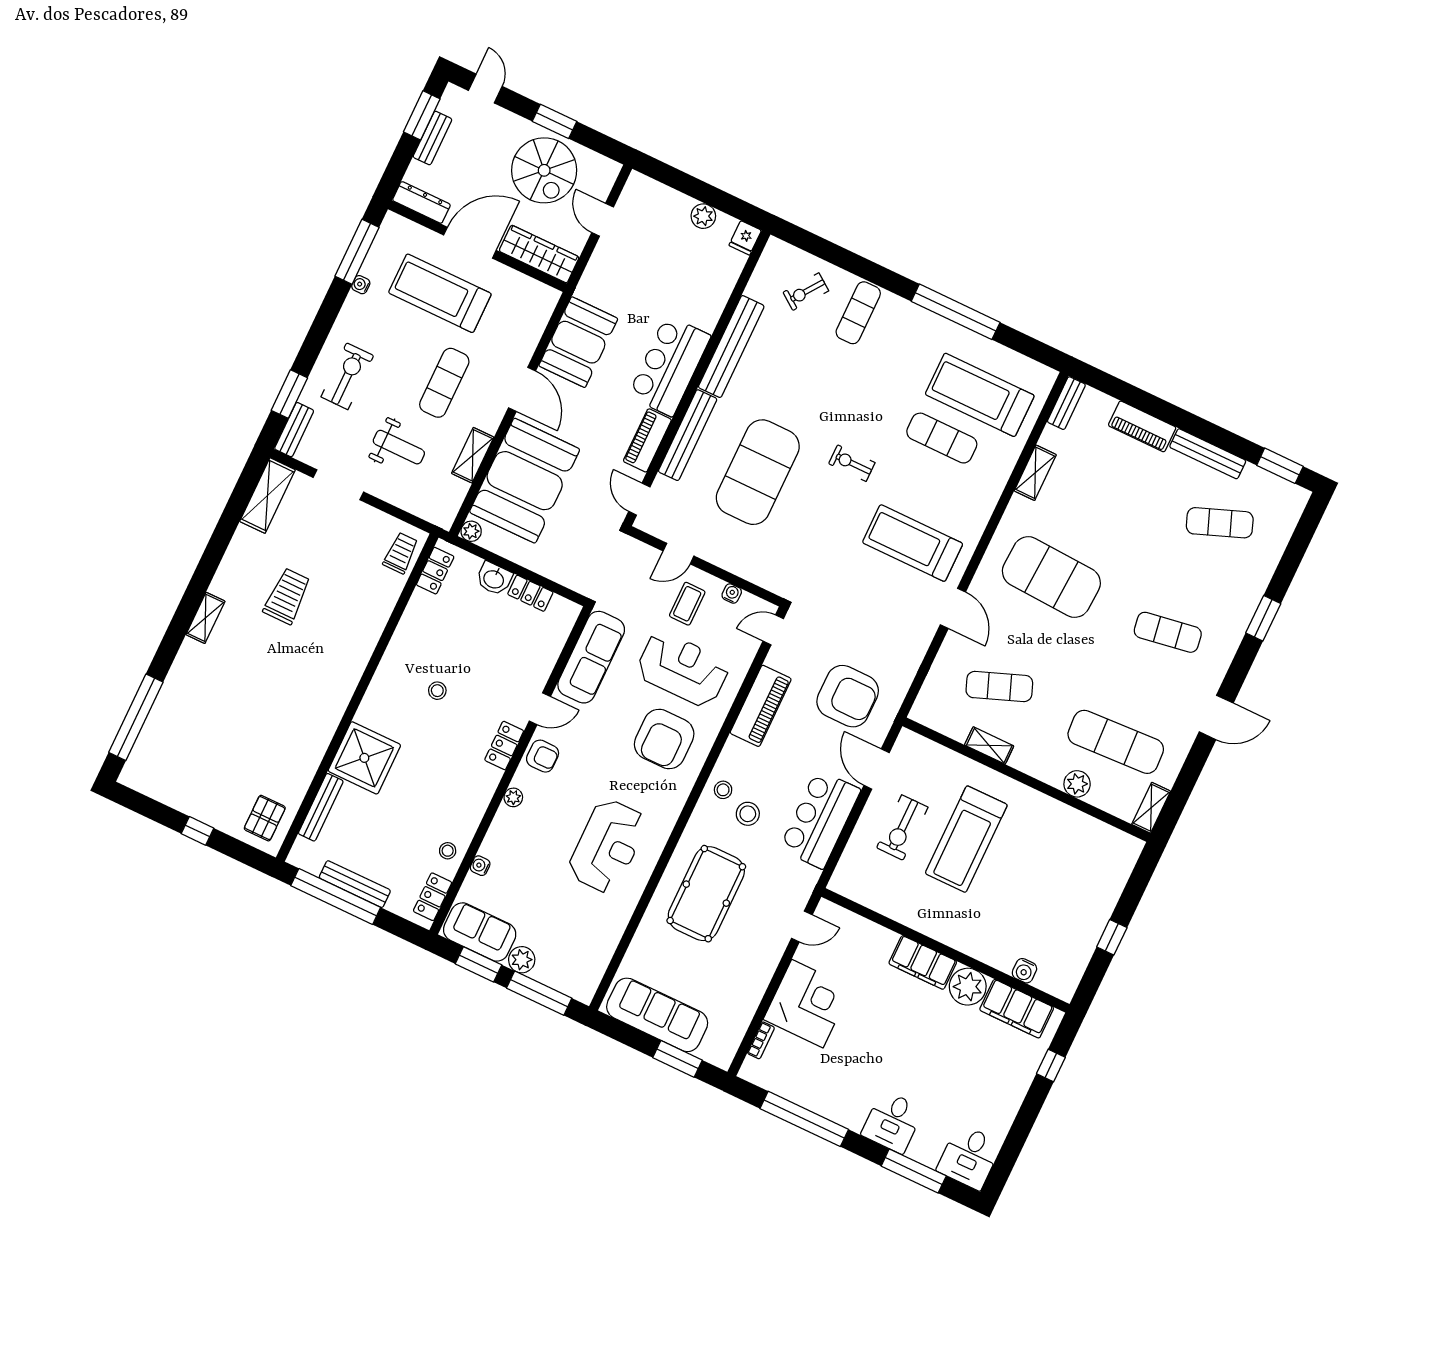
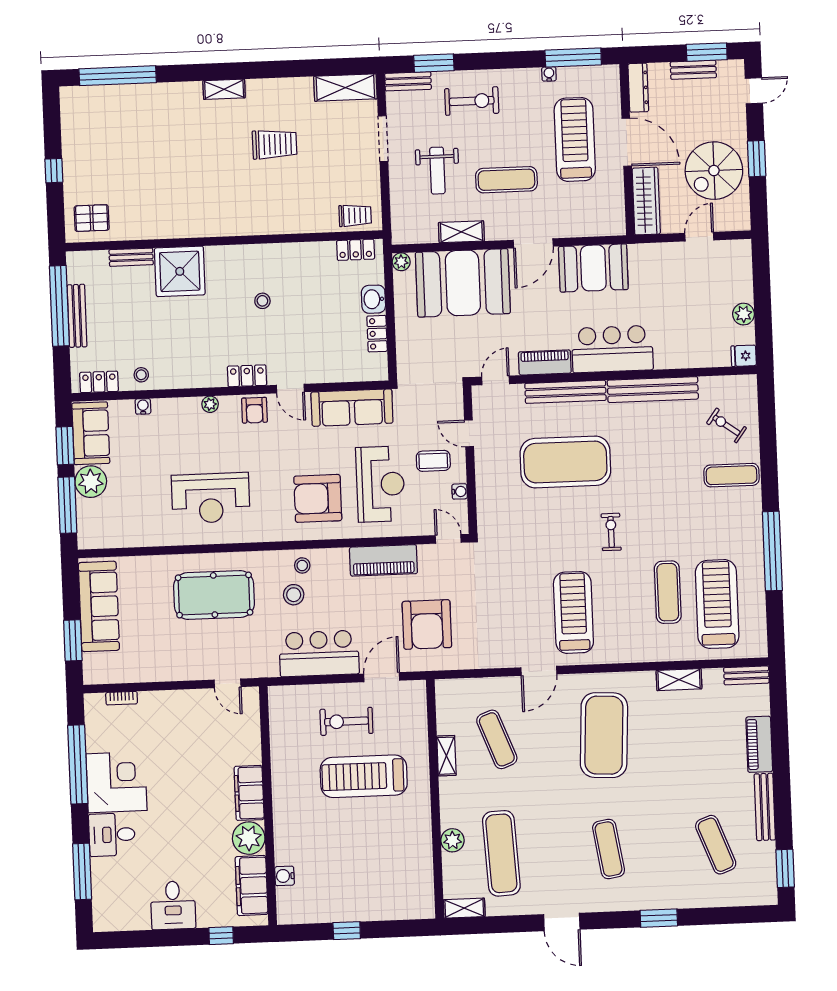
bench: (321, 807) -> (131, 257), width x0.73
plant: (522, 960) -> (91, 482), width x1.36, depth x1.36
corner desk: (807, 1004) -> (117, 782), moved, turned -90
desk: (969, 1157) -> (173, 905), moved, turned -90

